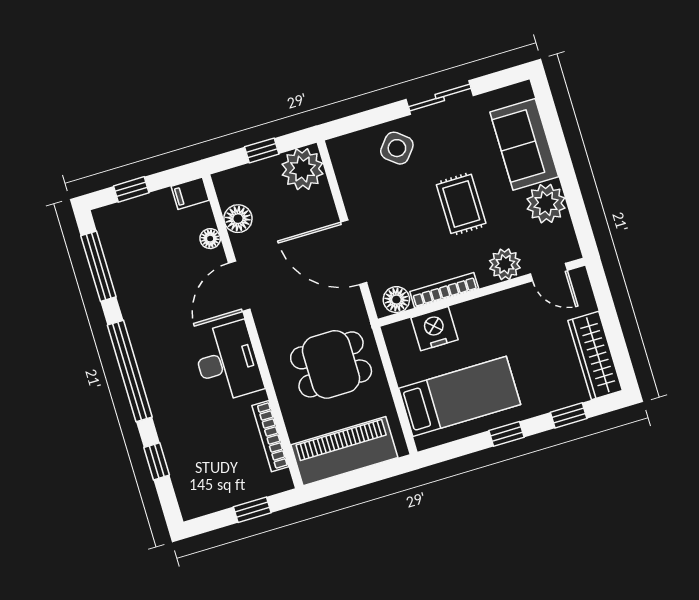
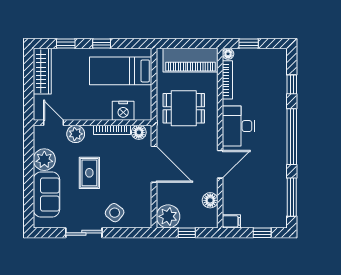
floor lamp: (210, 239) -> (228, 54), moved

